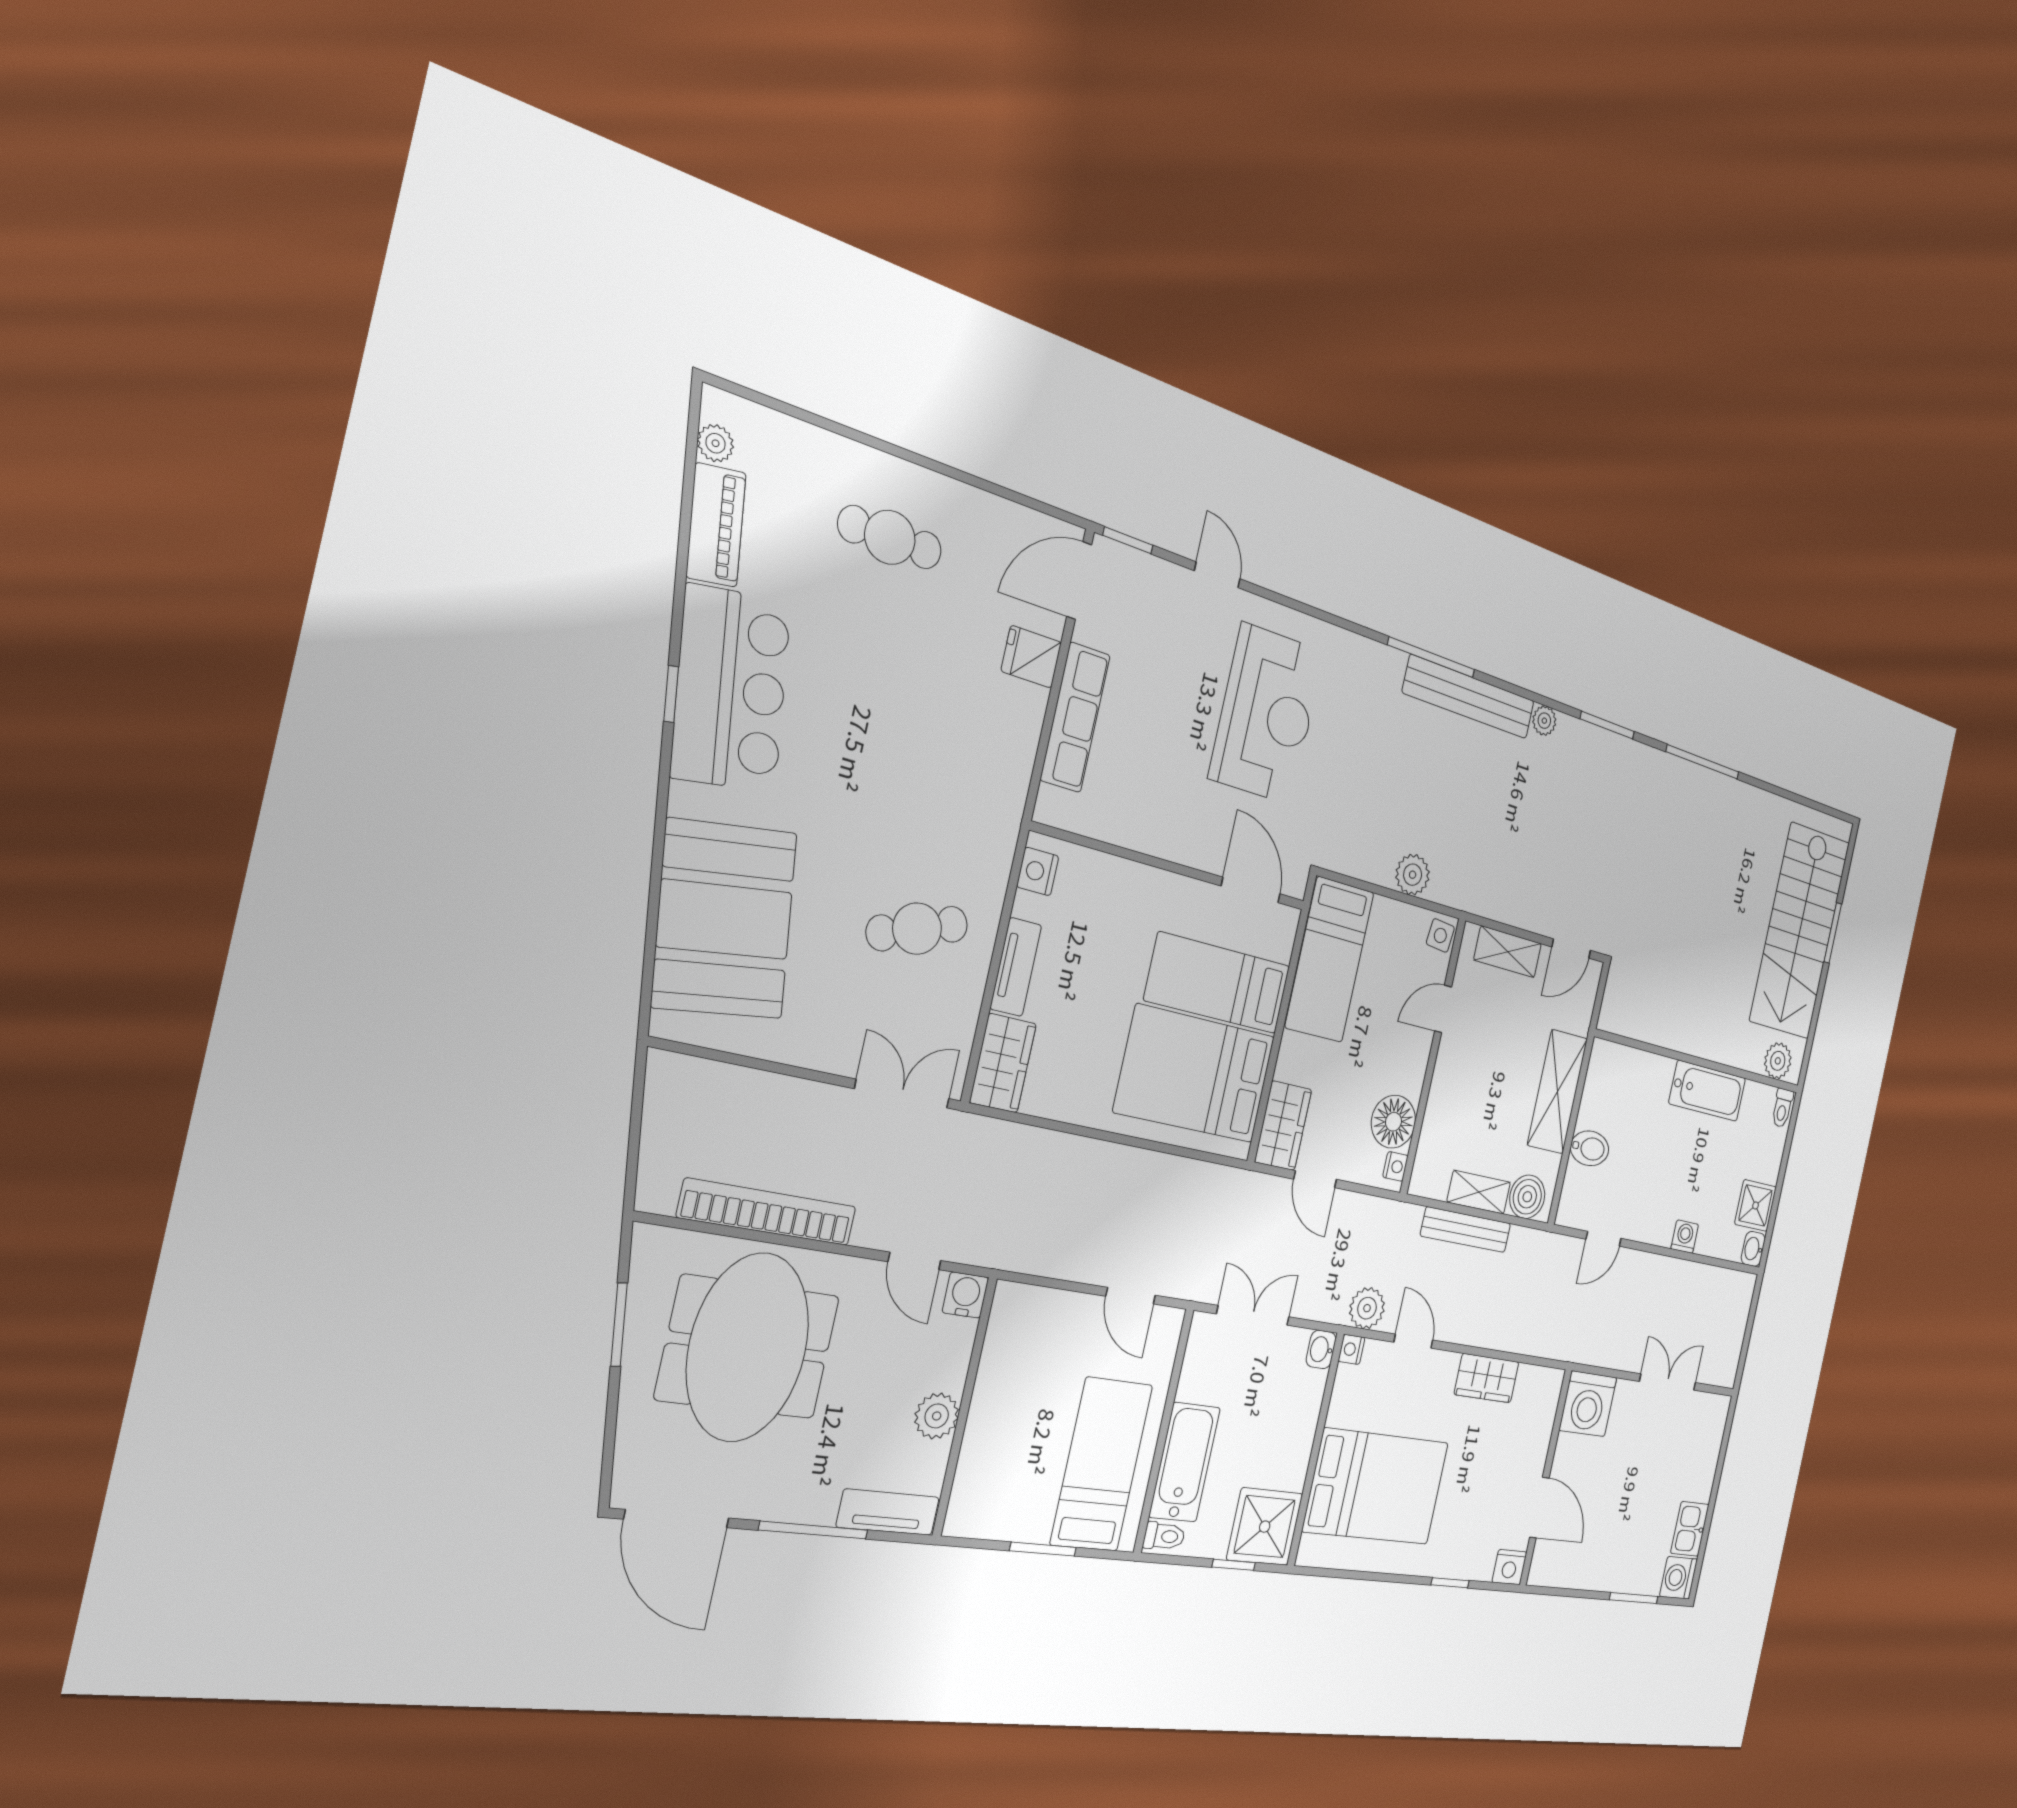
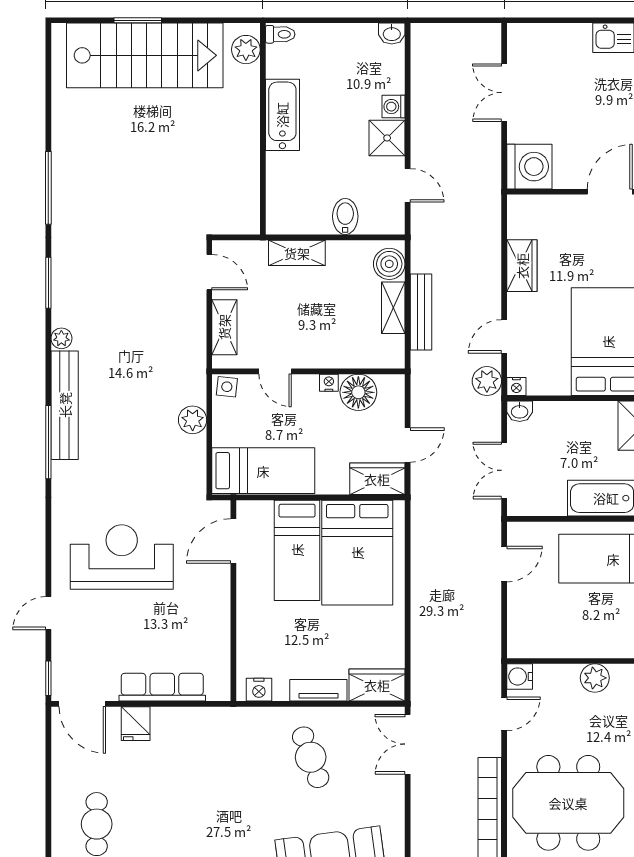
shelving: (1557, 1092) -> (297, 253), width x0.67, depth x0.75
nightstand: (1395, 1166) -> (329, 383), moved
shower: (1756, 1205) -> (387, 138), moved

